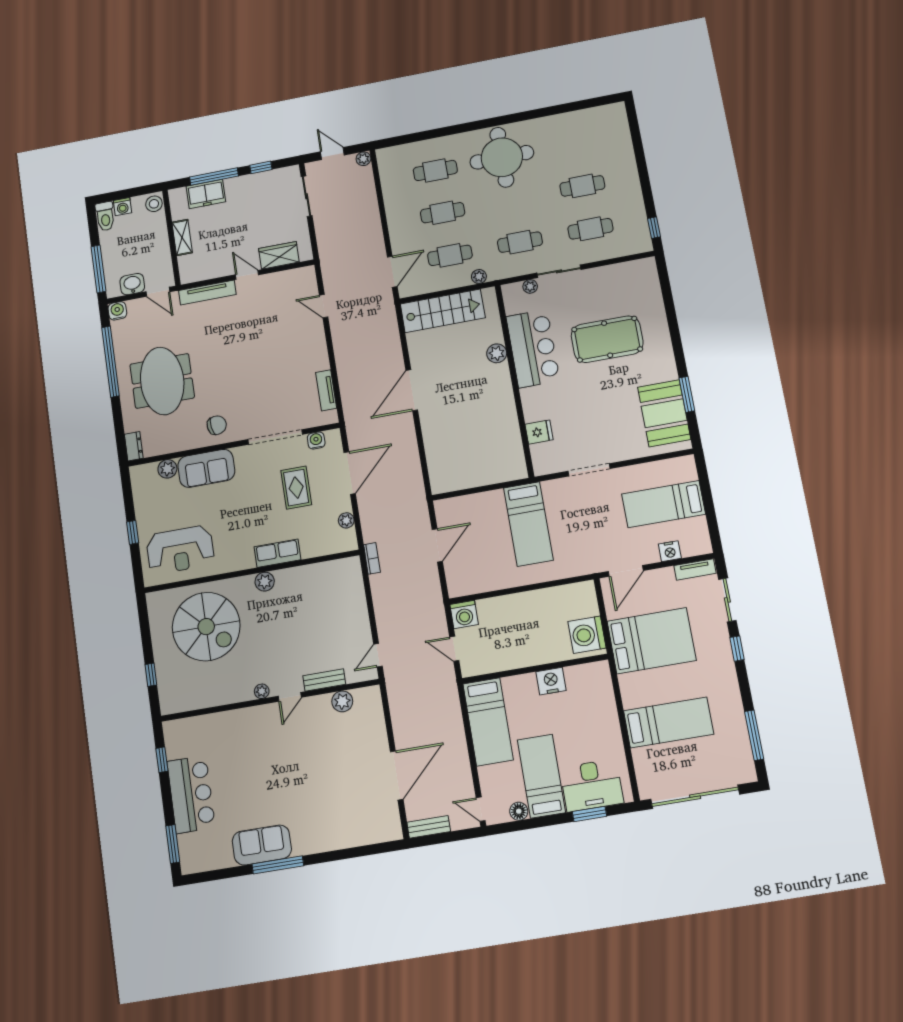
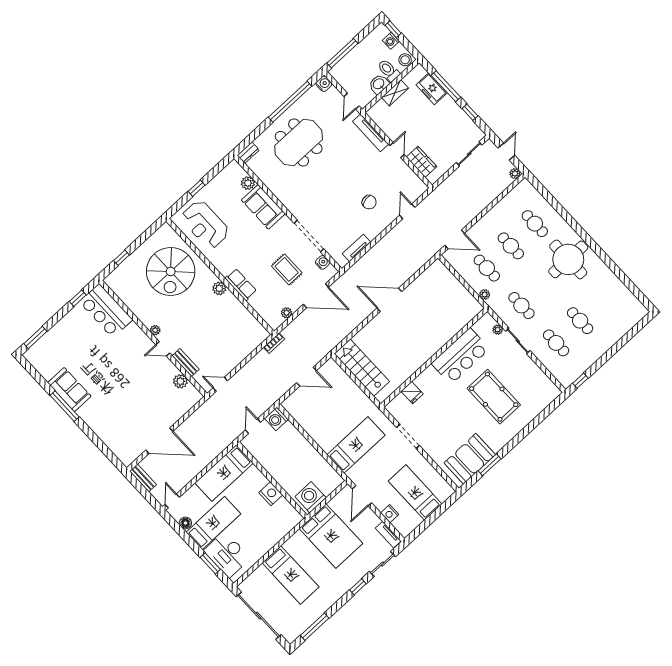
window: (112, 196) -> (393, 29), added
toilet: (105, 216) -> (389, 70), moved, turned 90
washbasin: (132, 284) -> (379, 84), moved, turned -90
stairs: (443, 311) -> (362, 368), moved, turned 180
plant: (497, 353) -> (444, 336), removed
chair: (217, 425) -> (369, 202), moved
rug: (296, 488) -> (287, 269), turned 90
bed: (528, 524) -> (356, 445), moved, turned 180
door: (626, 571) -> (362, 496), hinge flipped
bar counter: (191, 794) -> (106, 311), moved, turned 90

